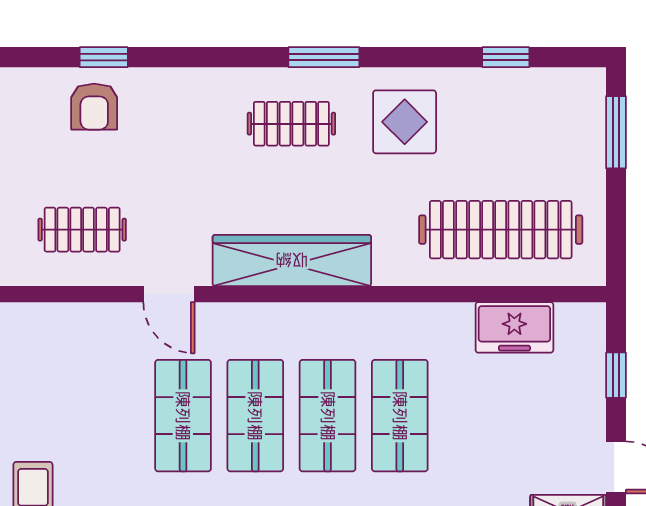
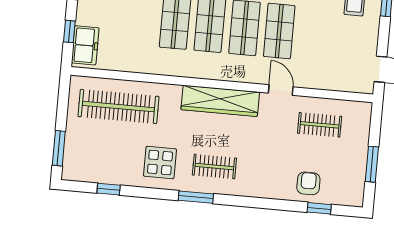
window: (104, 57) -> (319, 208), moved
freezer: (514, 327) -> (85, 45), moved, turned 90

